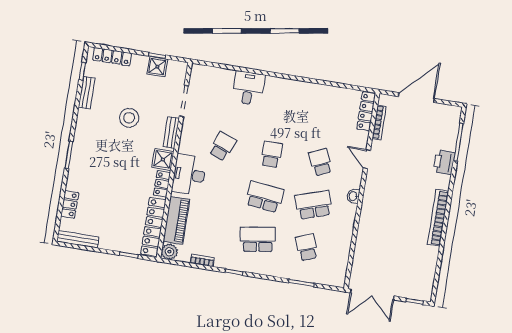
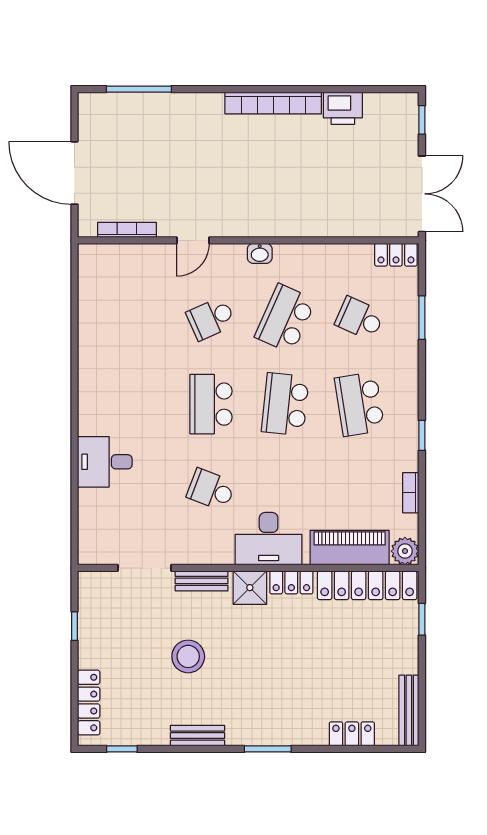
shower: (157, 67) -> (93, 622), removed
bench: (87, 93) -> (198, 736), moved
locker: (366, 111) -> (396, 255), moved, width x0.66
school desk: (271, 154) -> (211, 404), width x1.85
printer: (444, 162) -> (343, 108), moved
school desk: (314, 205) -> (285, 319), turned 42
school desk: (307, 247) -> (360, 319), turned 45

